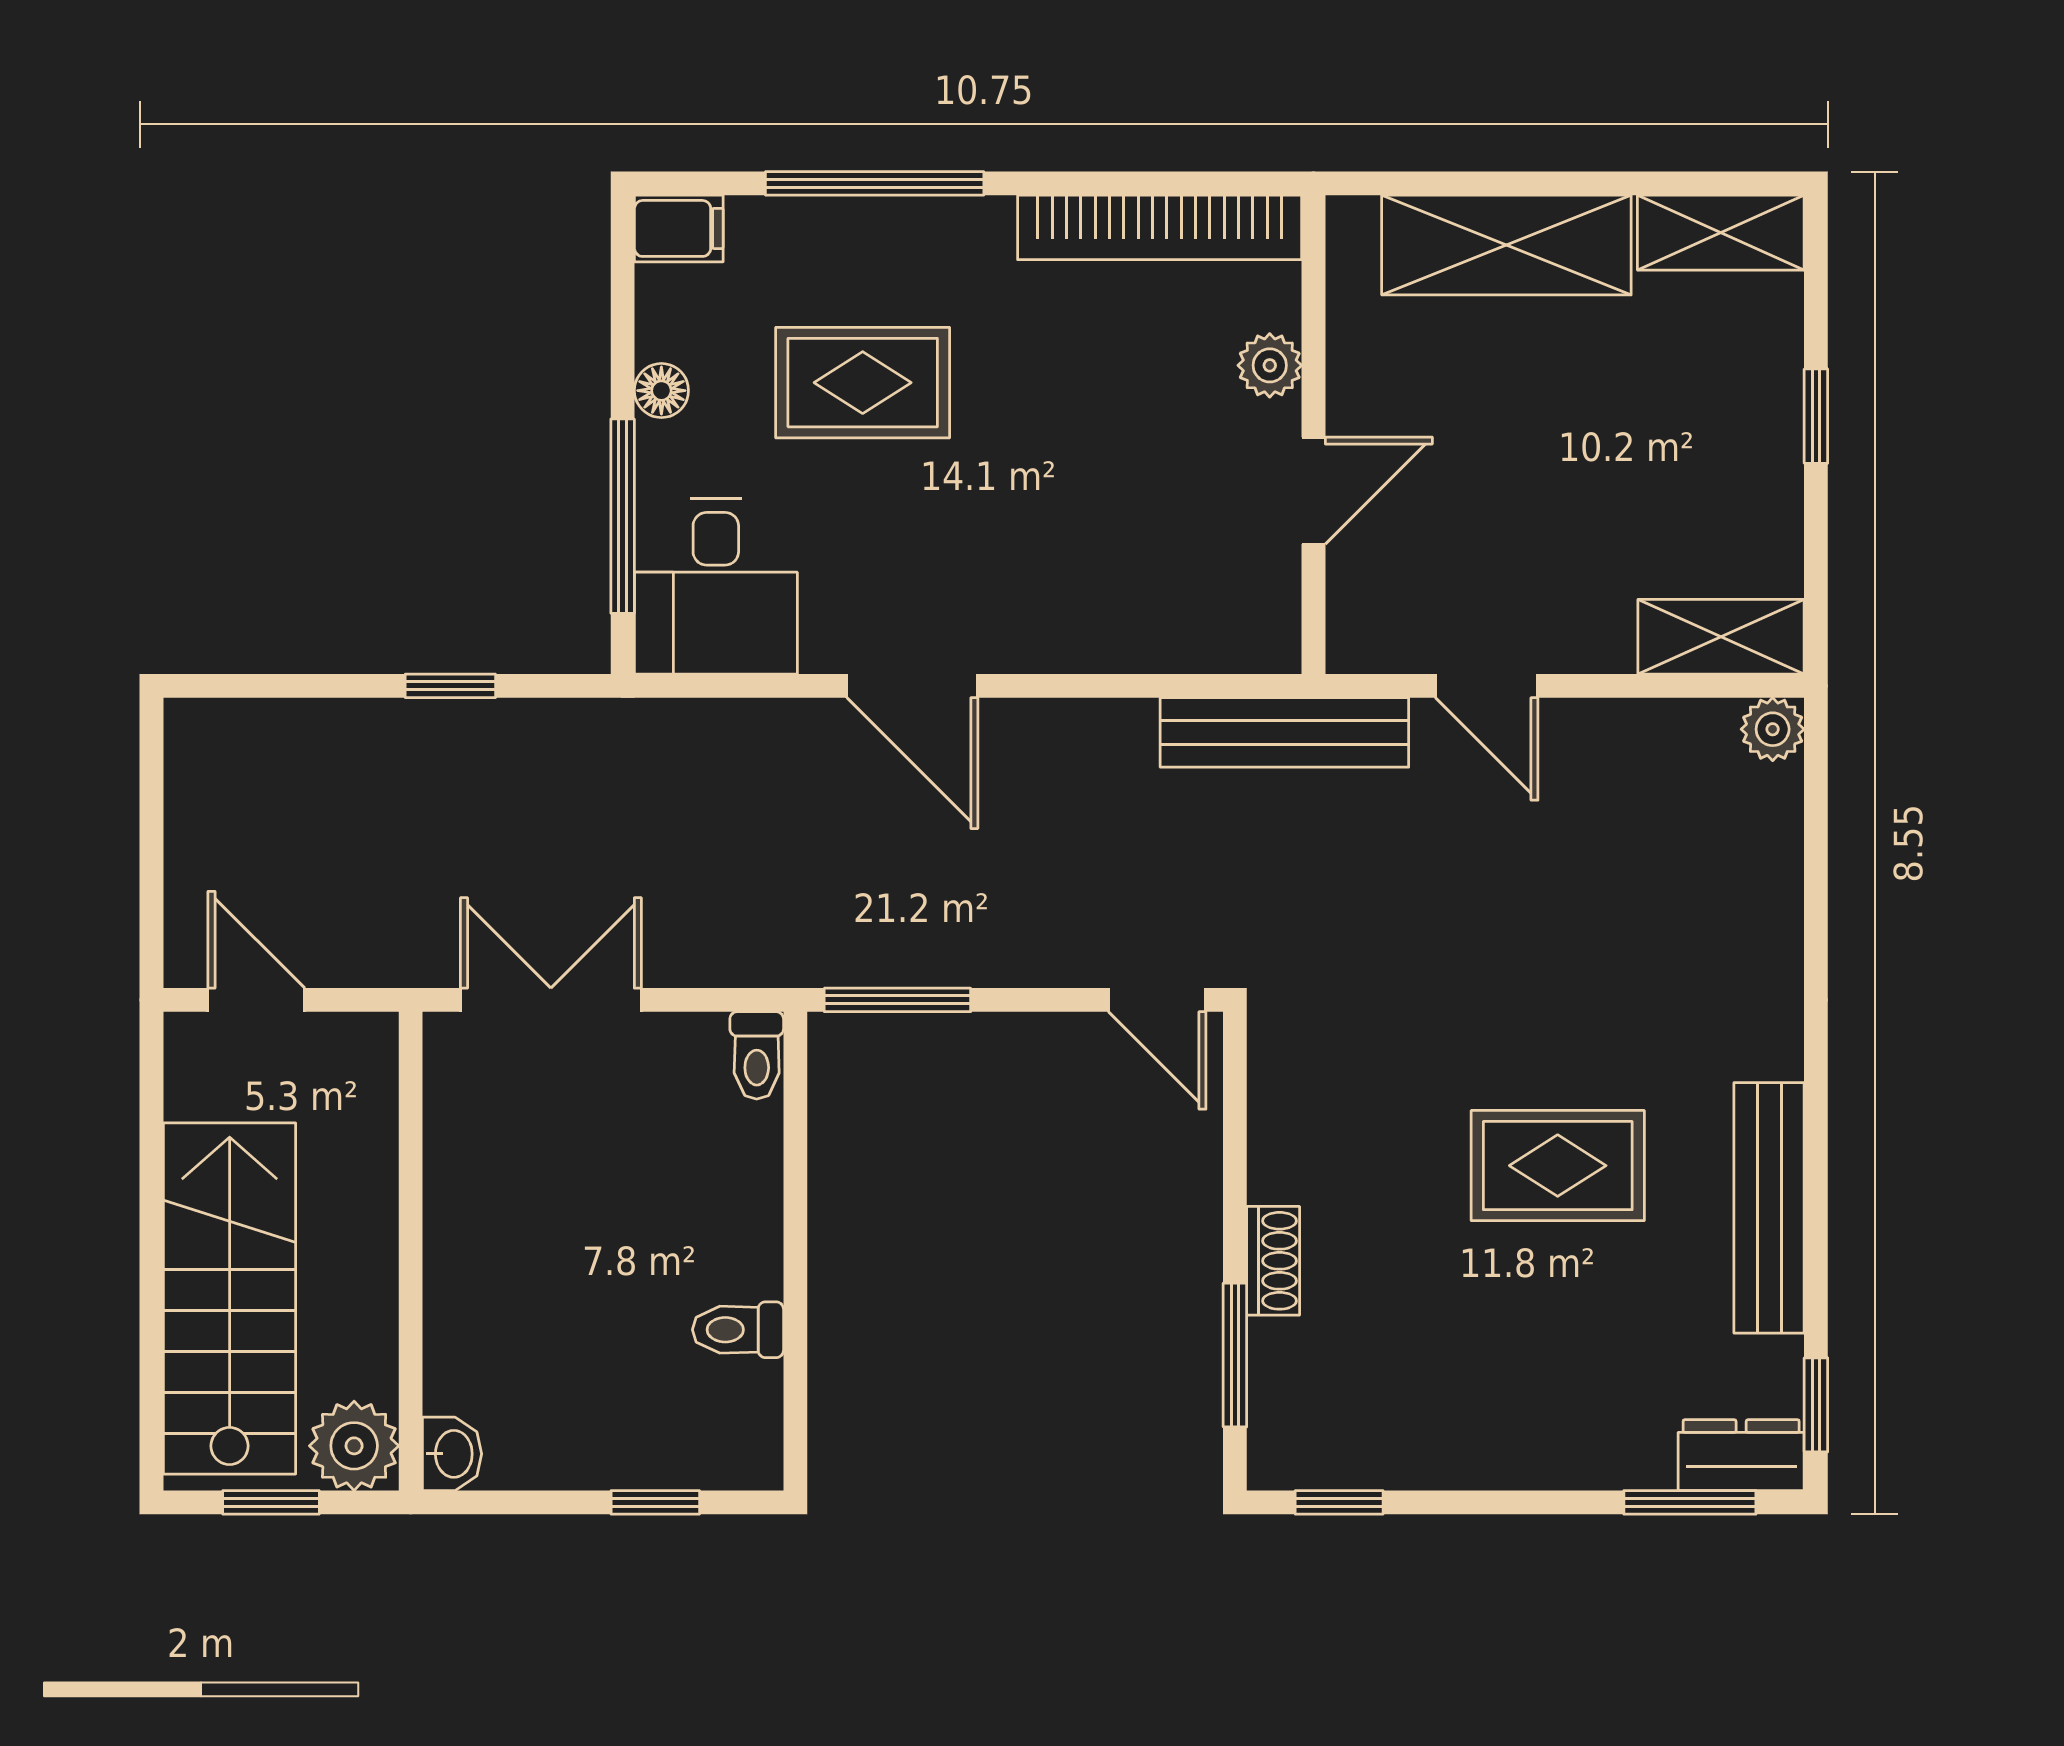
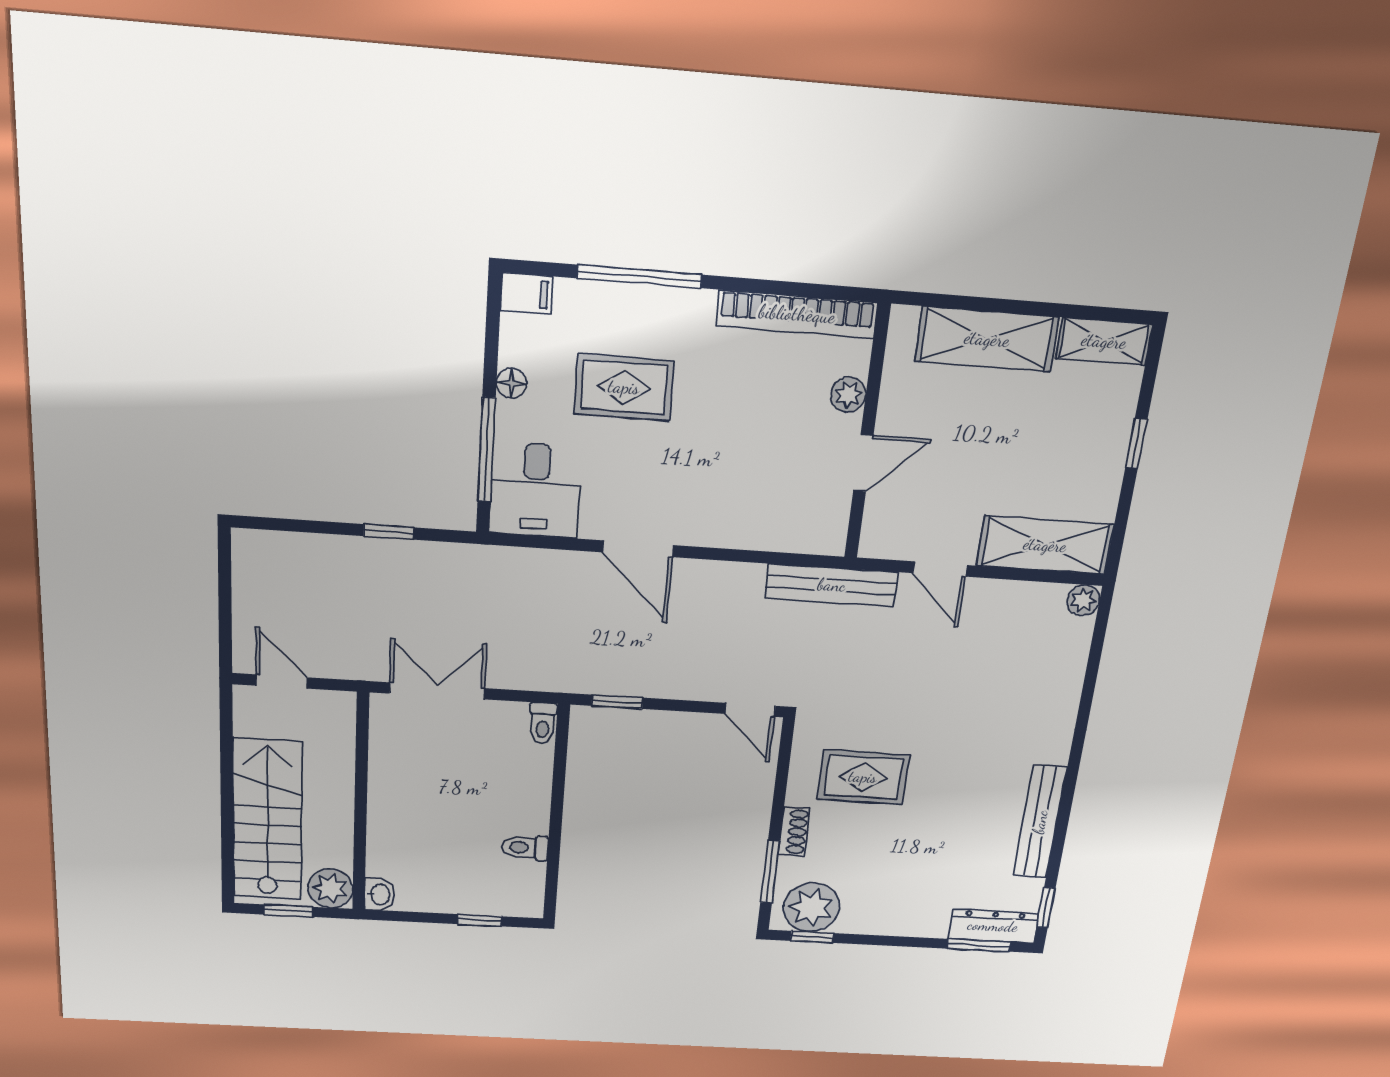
shelving: (1721, 637) -> (1045, 545), width x1.50, depth x1.33
window: (897, 1000) -> (617, 702), width x0.67
rug: (1558, 1166) -> (863, 777), moved
plant: (1329, 1433) -> (811, 907), added
dresser: (1741, 1455) -> (993, 926), width x1.44

